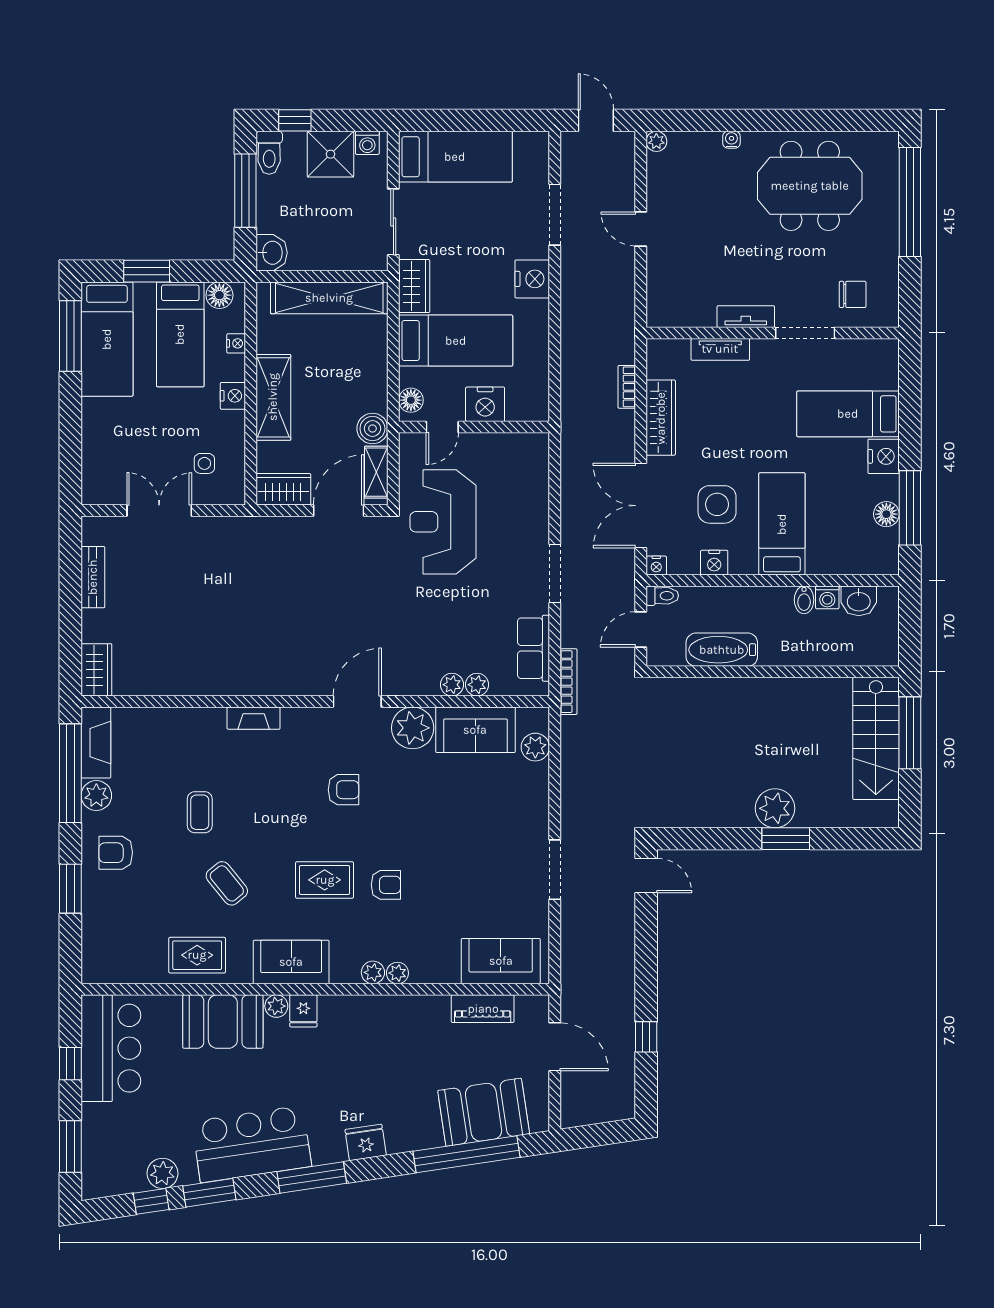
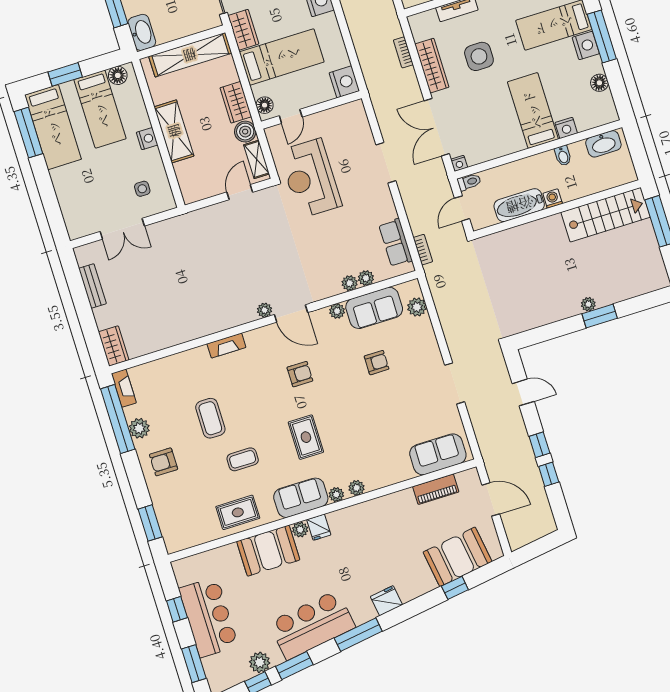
washbasin: (272, 253) -> (142, 32), width x1.38
nightstand: (236, 343) -> (138, 104), removed
nightstand: (485, 404) -> (344, 82), moved, turned -90
wardrobe: (283, 489) -> (236, 102), moved, turned -90
side table: (717, 504) -> (479, 56), moved
window: (910, 508) -> (602, 36), moved
double door: (159, 510) -> (122, 229), swing flipped
door: (339, 510) -> (240, 192), width x0.73
nightstand: (714, 563) -> (566, 128), moved
doorway: (555, 573) -> (386, 163), moved
washing machine: (827, 597) -> (553, 199), moved, turned 180
washbasin: (859, 601) -> (603, 144), width x1.38
bookcase: (569, 682) -> (423, 250), width x0.64
plant: (322, 685) -> (265, 310), added
door: (357, 701) -> (291, 313), swing flipped
plant: (413, 728) -> (337, 311), width x0.53, depth x0.53
stairs: (876, 738) -> (606, 215), moved, turned -90
fireplace: (96, 743) -> (124, 388), width x0.73, depth x0.76
plant: (775, 808) -> (588, 304), width x0.53, depth x0.53
coffee table: (200, 812) -> (210, 418), width x1.36, depth x1.30
door: (646, 875) -> (523, 392), moved
rug: (325, 880) -> (306, 437), turned 90
coffee table: (227, 883) -> (243, 459), turned -51
armchair: (386, 885) -> (377, 363), moved
window: (70, 889) -> (150, 523), moved
plant: (397, 973) -> (336, 495), moved
window: (646, 992) -> (539, 445), added
bar counter: (111, 1048) -> (209, 617), moved
window: (467, 1154) -> (455, 588), width x0.32

